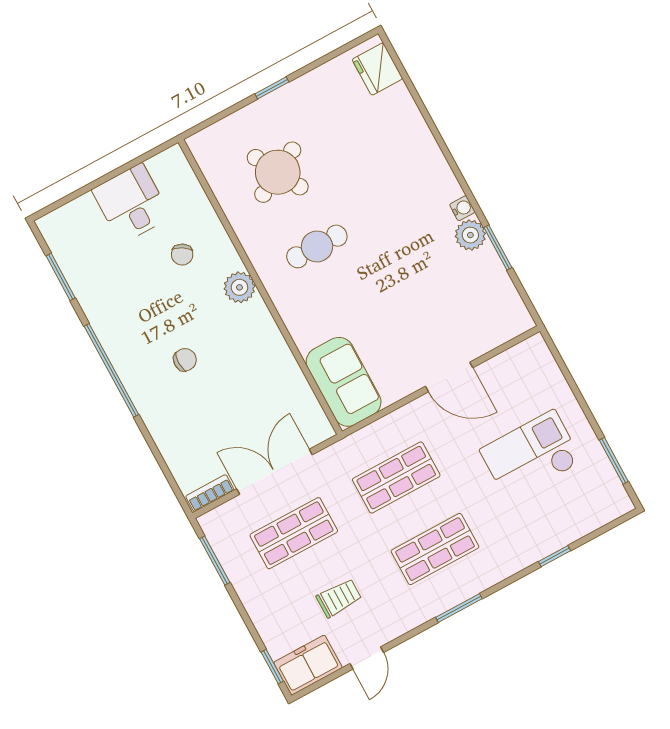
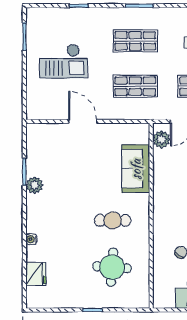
fridge: (377, 69) -> (36, 274), moved
round table: (278, 172) -> (112, 267), turned 32
water cooler: (462, 208) -> (31, 239), moved
plant: (239, 287) -> (161, 139), moved
sofa: (344, 382) -> (136, 169), moved

